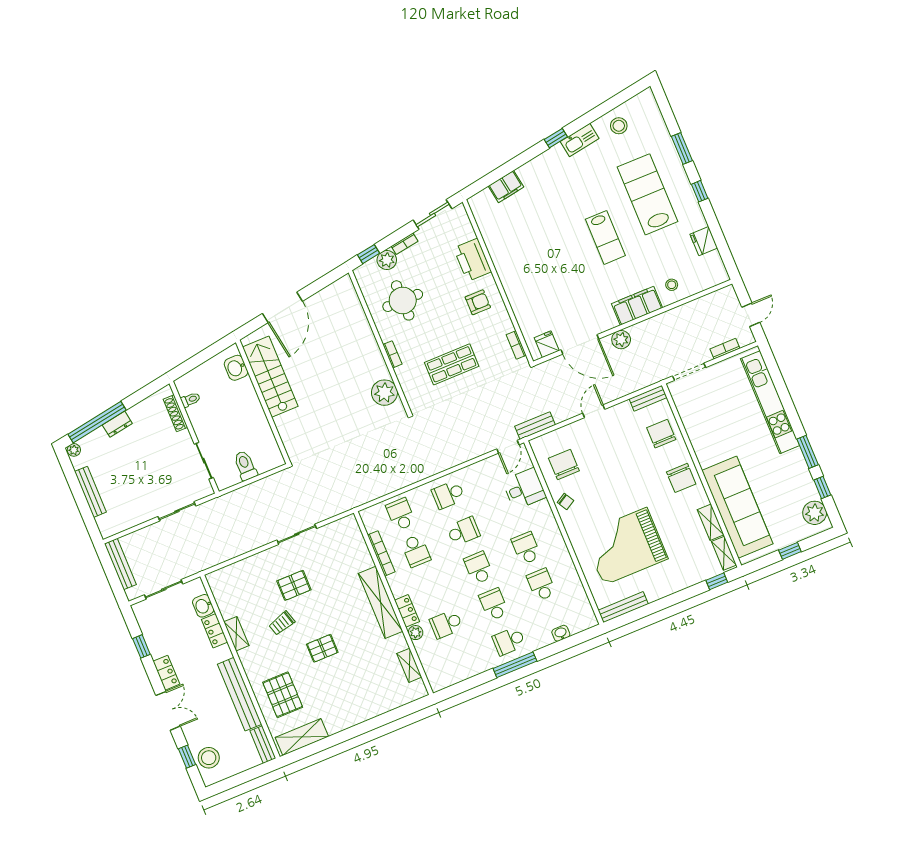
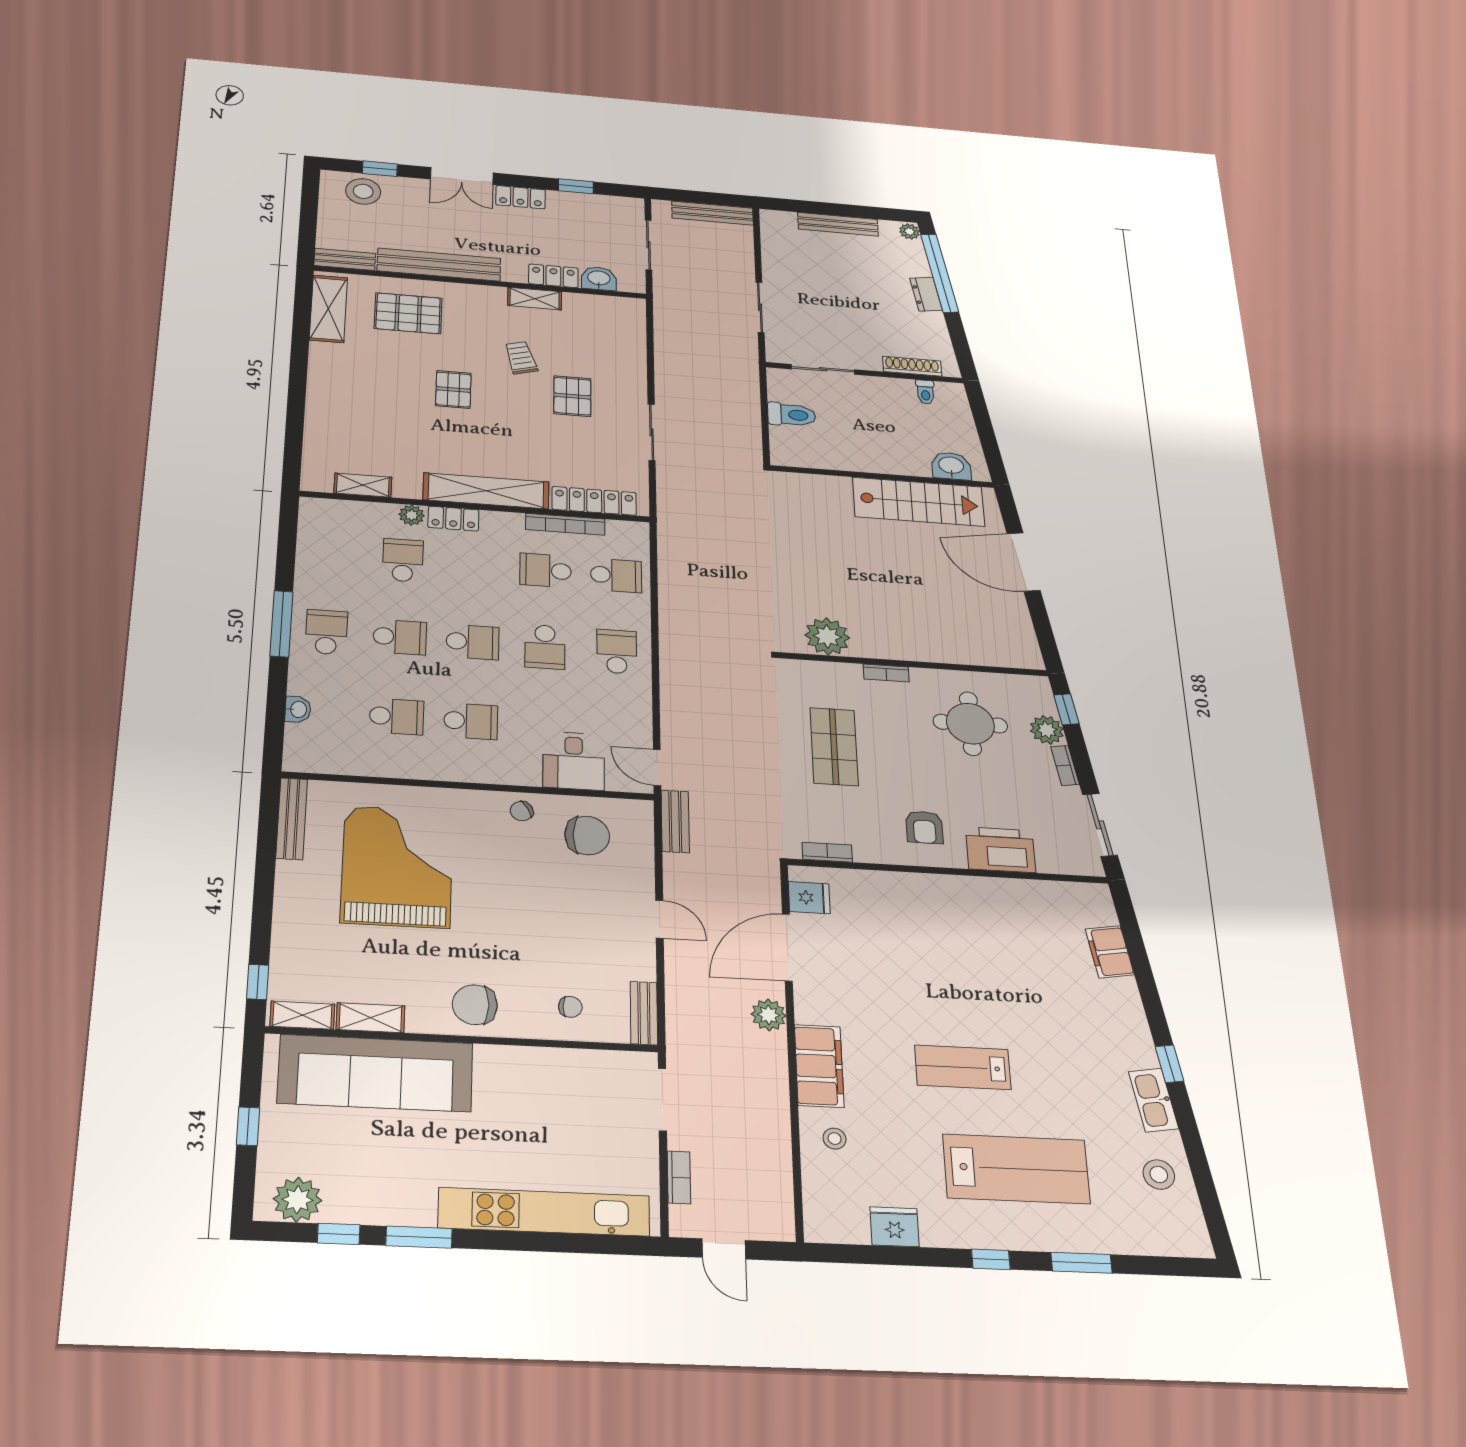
chair: (661, 434) -> (570, 1007), width x0.54, depth x0.54
locker: (358, 545) -> (594, 501), added

